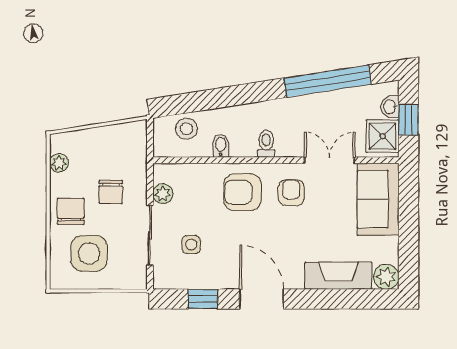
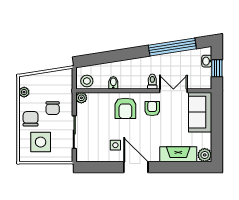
stool: (186, 129) -> (87, 81), moved
shower: (383, 136) -> (203, 77), removed
toilet: (266, 144) -> (152, 82), moved
armchair: (243, 192) -> (125, 108), turned -90
plant: (163, 194) -> (81, 98), moved
side table: (191, 245) -> (115, 145), moved
window: (203, 299) -> (103, 167), removed

